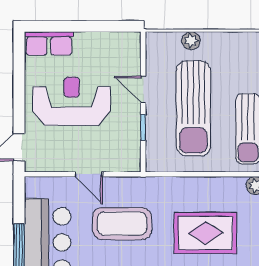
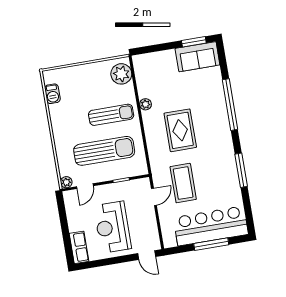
plant: (191, 41) -> (66, 182), moved
door: (143, 89) -> (85, 186), moved
door: (89, 174) -> (154, 197), moved

